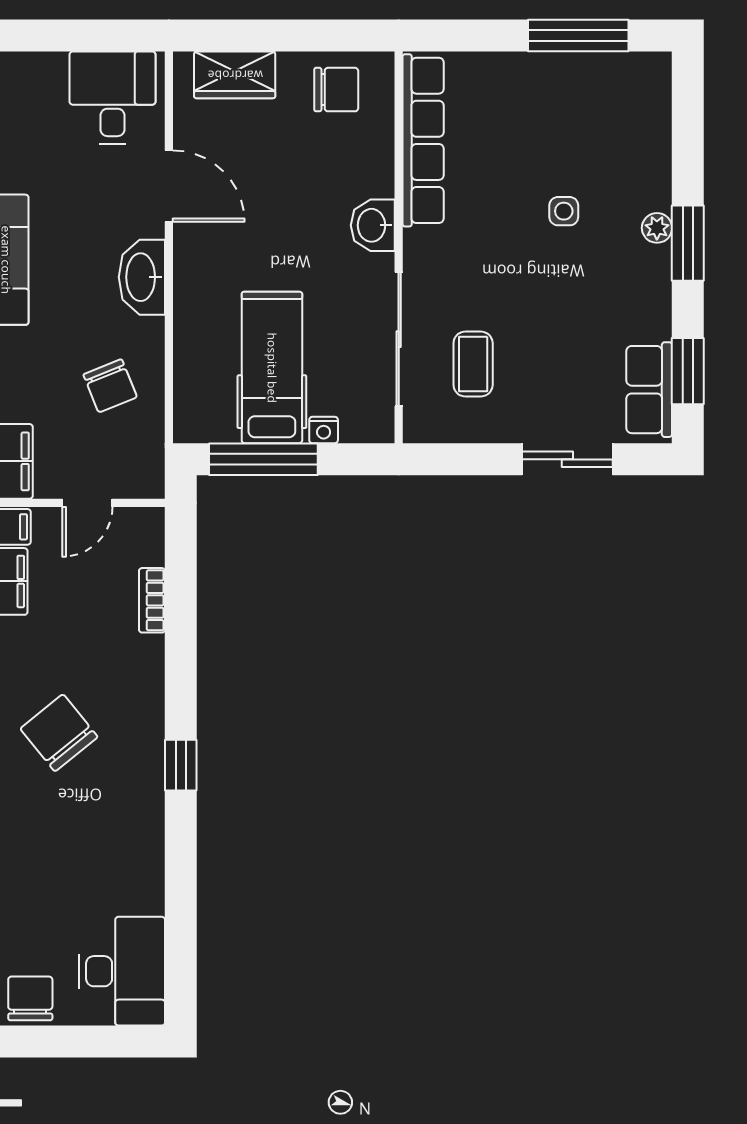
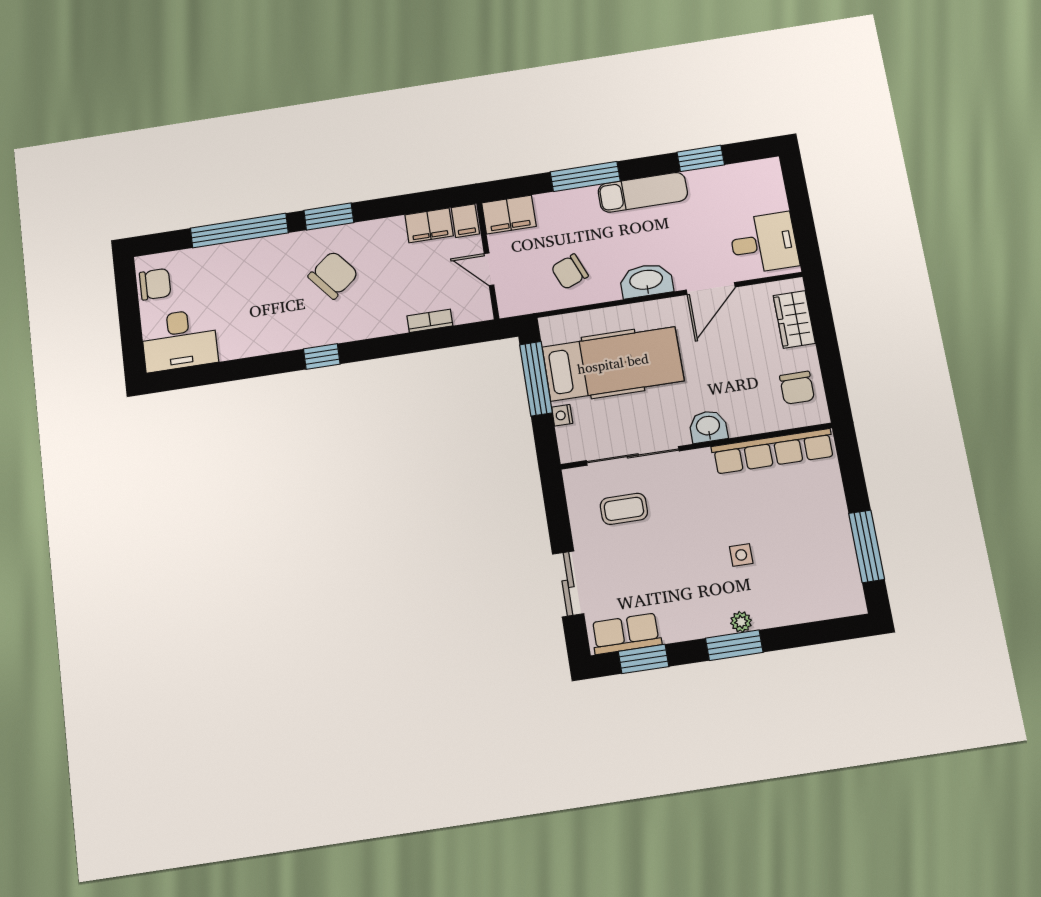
hospital bed: (272, 368) -> (613, 364), width x1.37, depth x1.29

